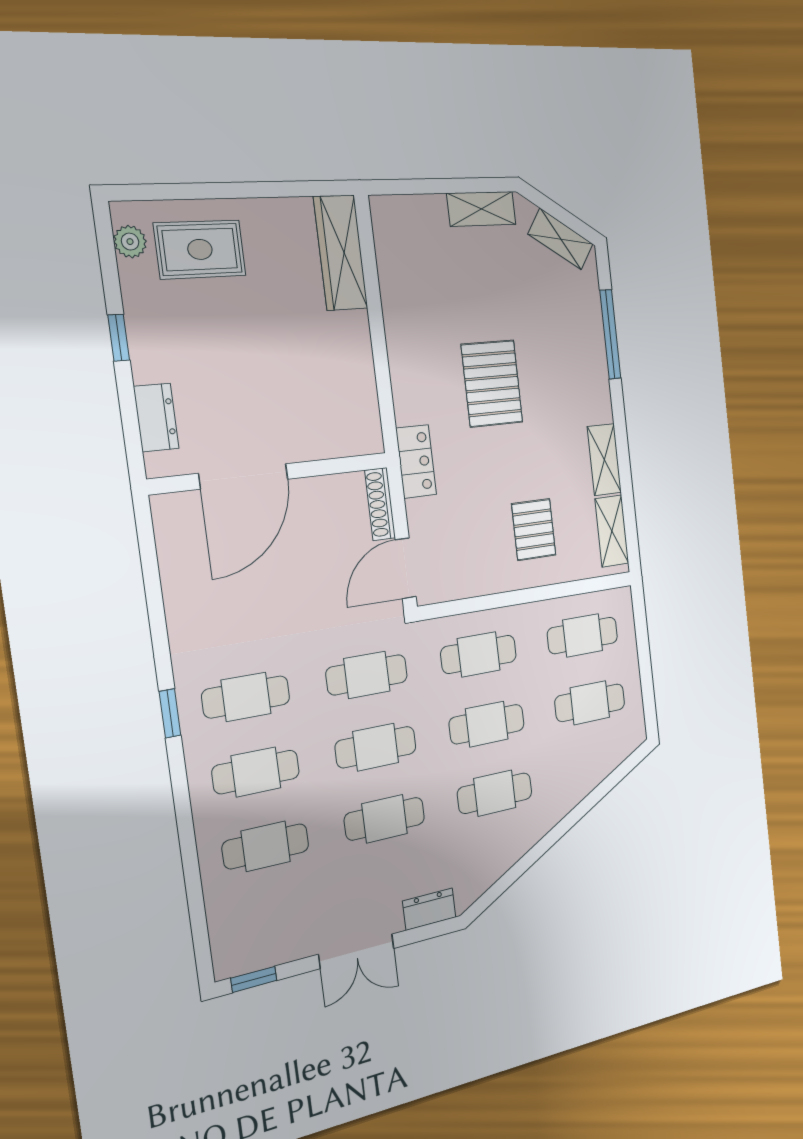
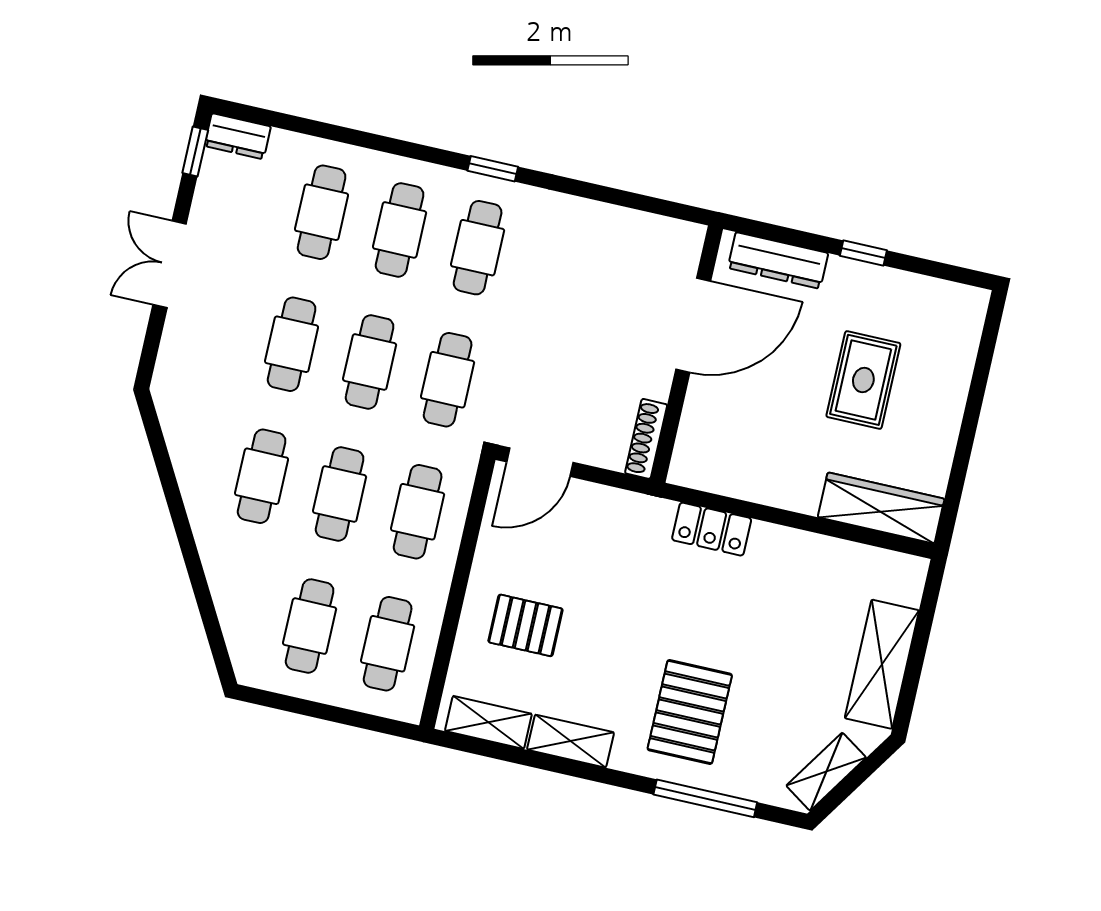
shelving: (481, 209) -> (882, 664), width x1.50, depth x1.33
plant: (130, 242) -> (949, 297), removed
rug: (200, 249) -> (863, 380), moved
pallet: (492, 383) -> (690, 712), moved, turned 90
dresser: (156, 418) -> (778, 261), width x1.44
locker: (416, 461) -> (712, 529), moved
door: (244, 476) -> (693, 325), swing flipped
shoe rack: (380, 504) -> (646, 439), moved, turned -90
door: (406, 568) -> (540, 462), swing flipped
dresser: (429, 909) -> (238, 136), moved, turned 90

